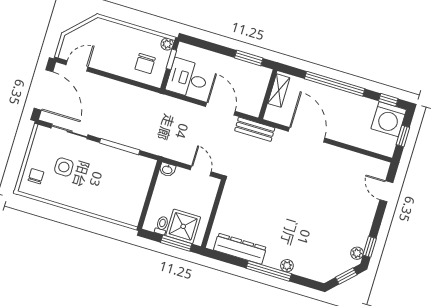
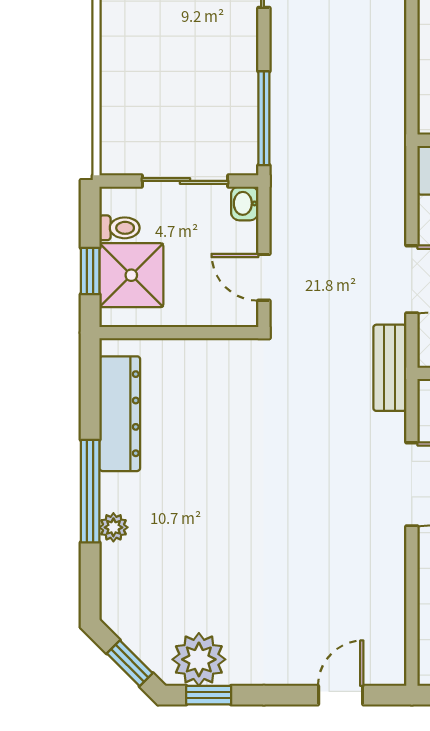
window: (120, 147) -> (264, 118), moved
door: (201, 171) -> (264, 277), swing flipped
sliding door: (150, 192) -> (185, 181), added
window: (176, 243) -> (90, 271), width x0.67
plant: (357, 253) -> (199, 659), width x1.88, depth x1.88

